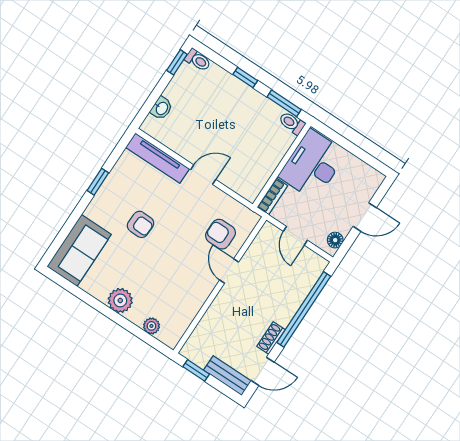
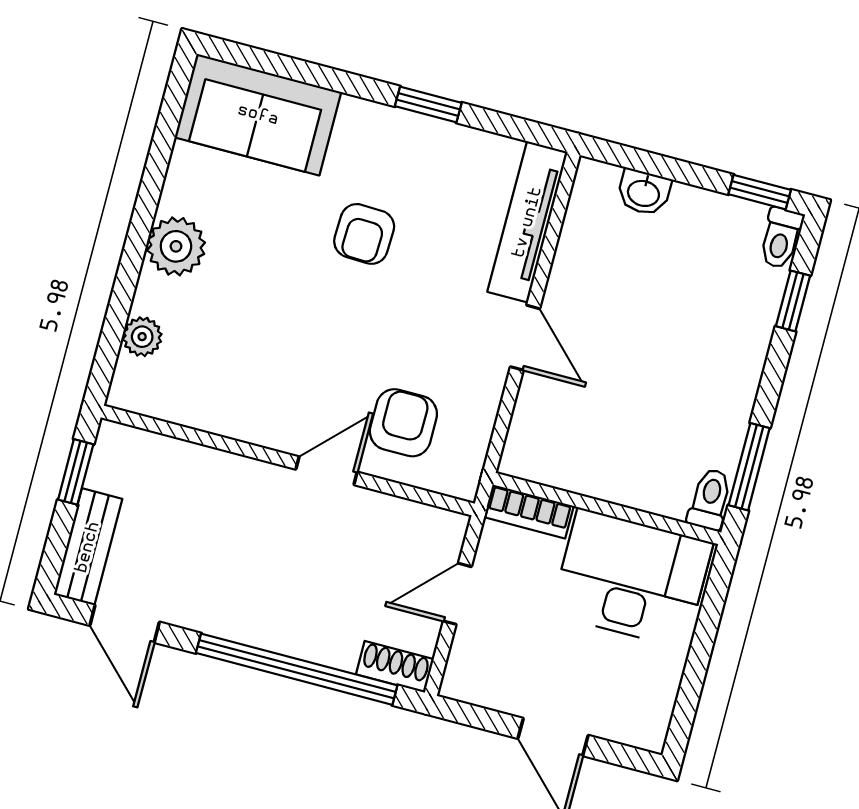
window: (245, 77) -> (793, 301), moved
floor lamp: (335, 240) -> (478, 687), removed
shoe rack: (271, 338) -> (395, 667), moved

